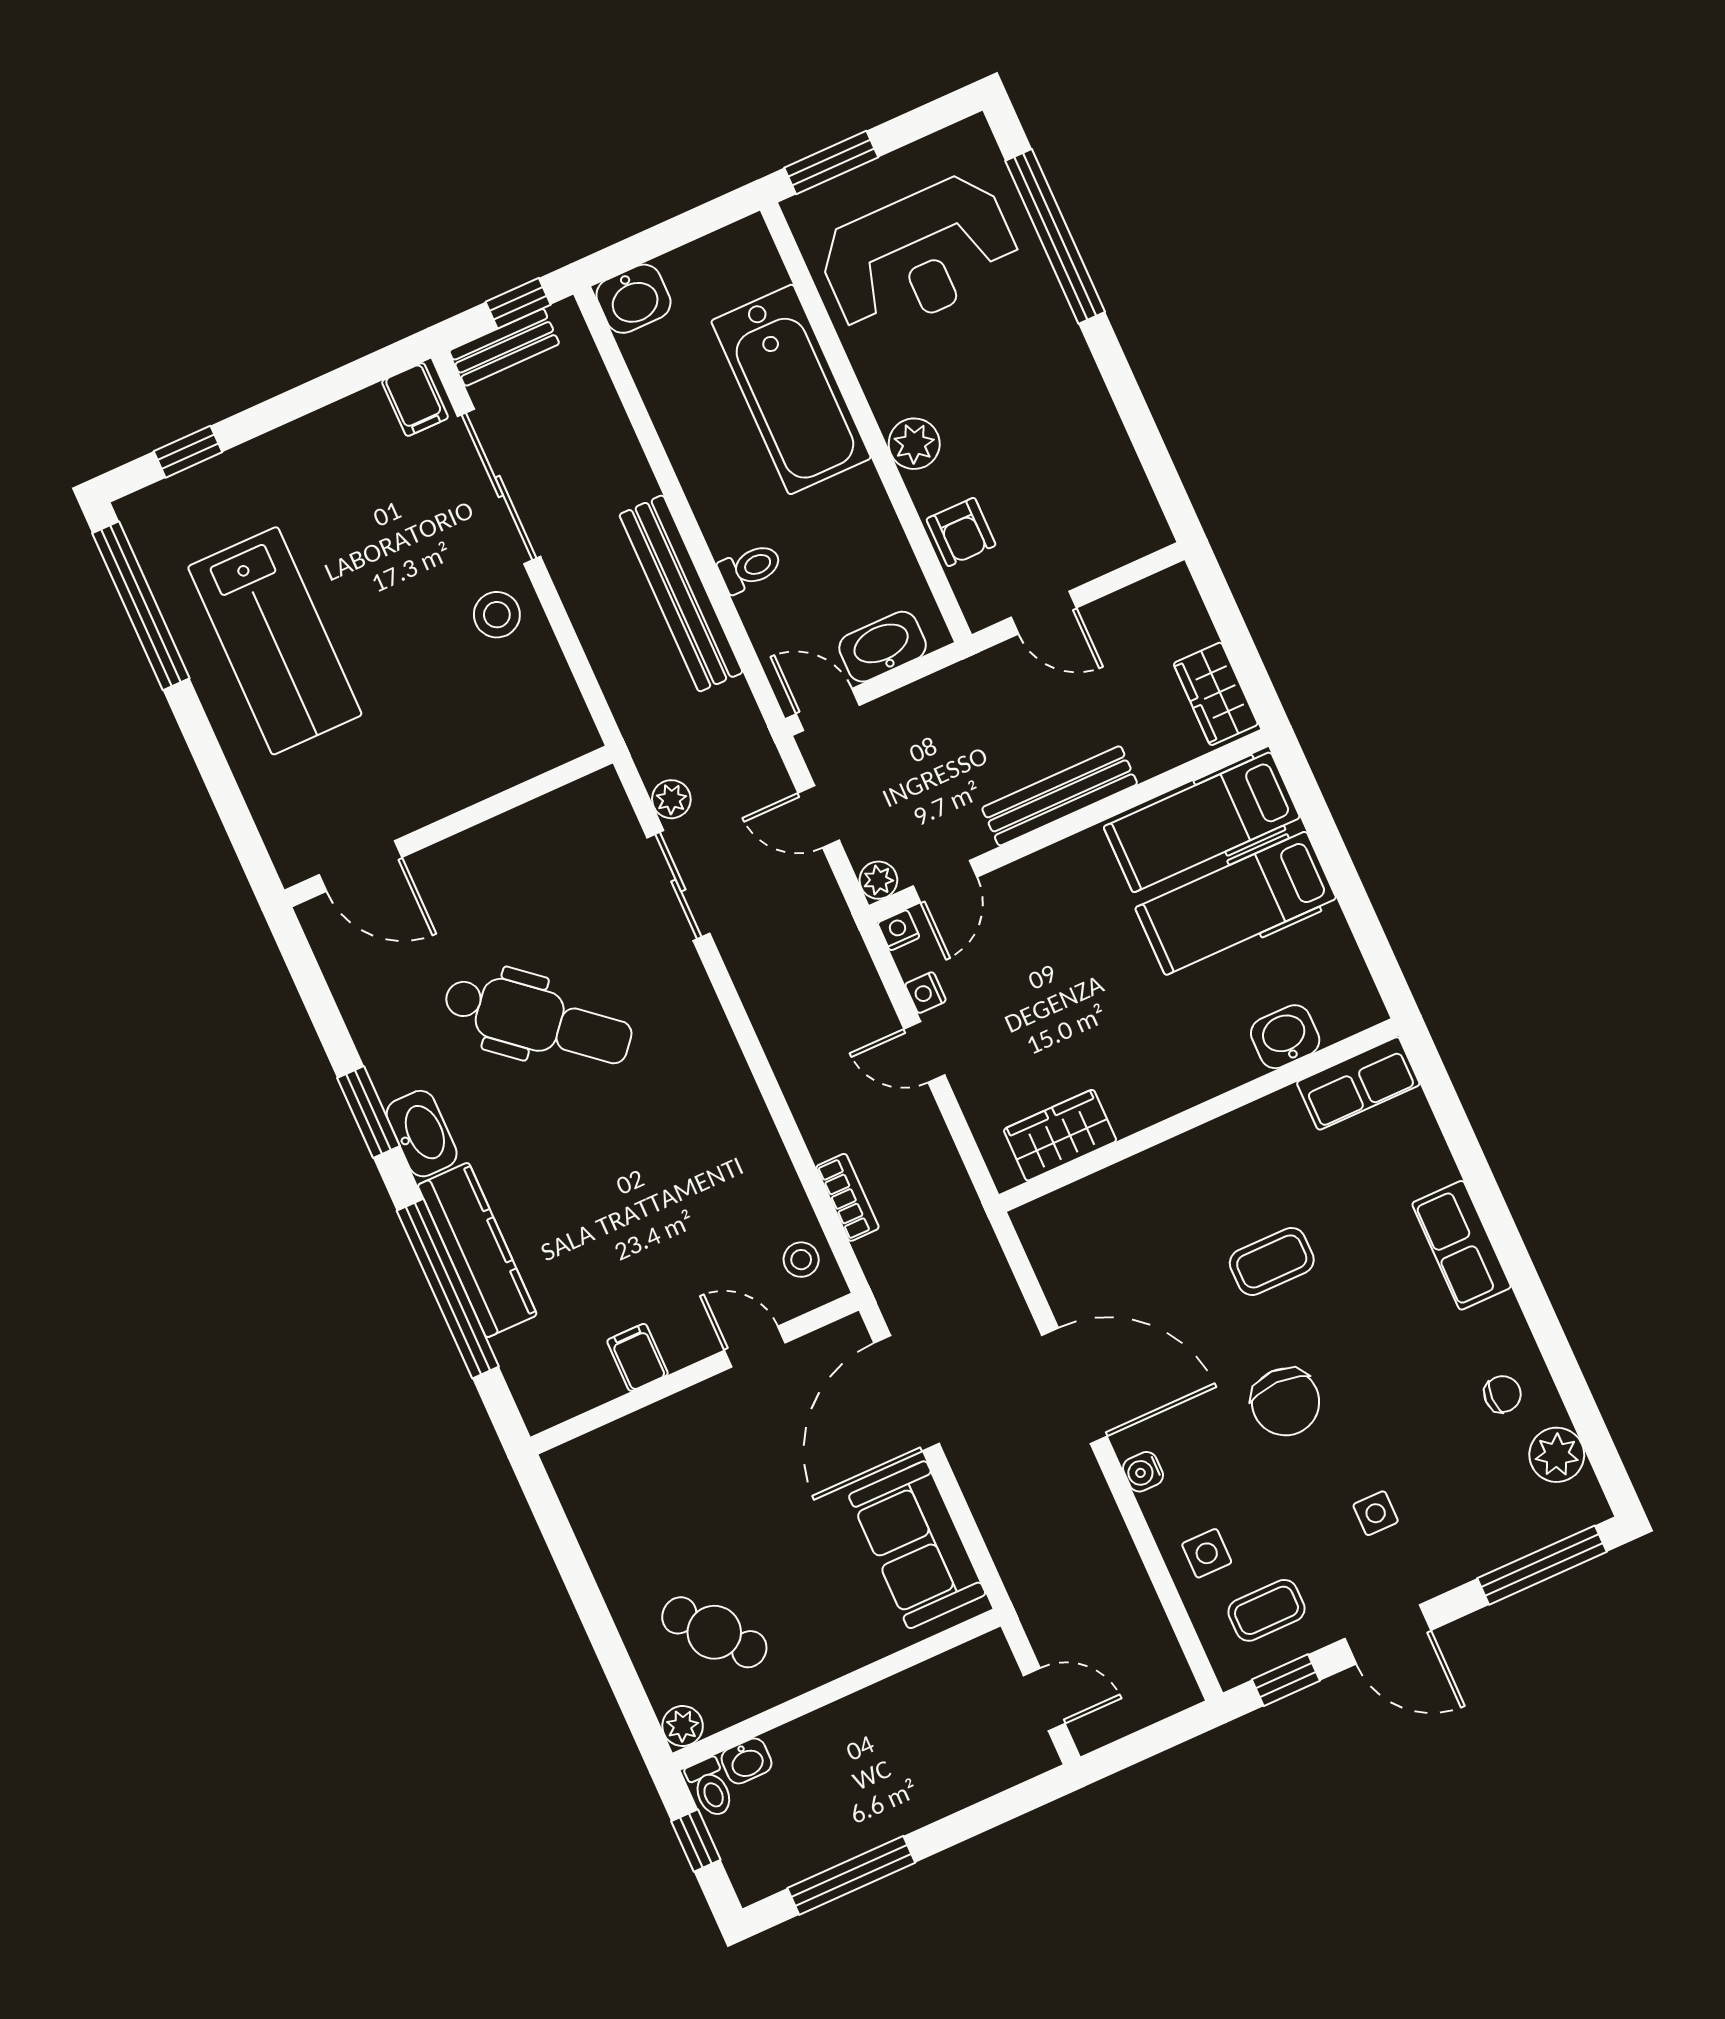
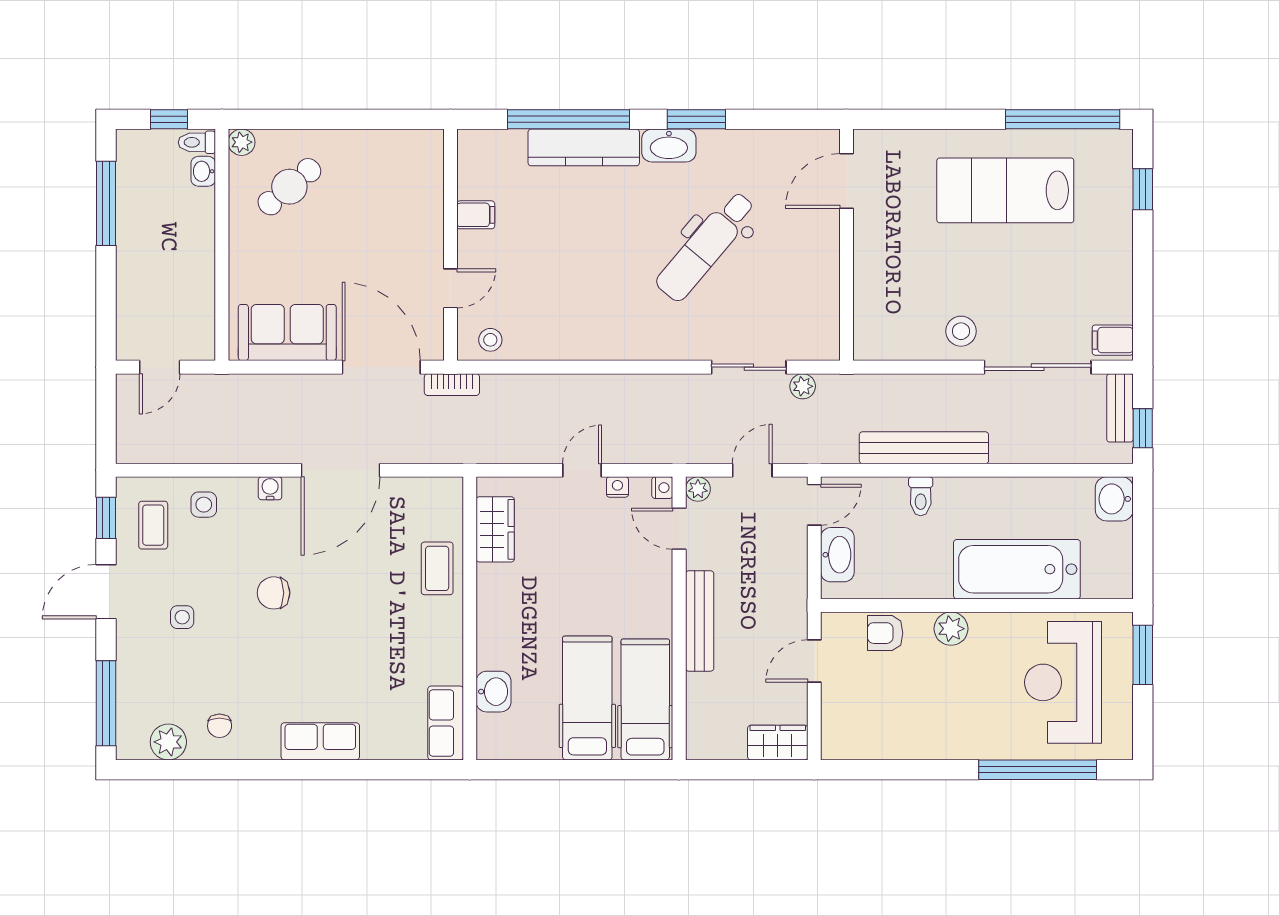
wardrobe: (1216, 694) -> (778, 743), moved
bookcase: (847, 1197) -> (452, 385), moved
coffee table: (1272, 1261) -> (437, 568), moved
chair: (1285, 1402) -> (274, 593), width x0.73, depth x0.73

